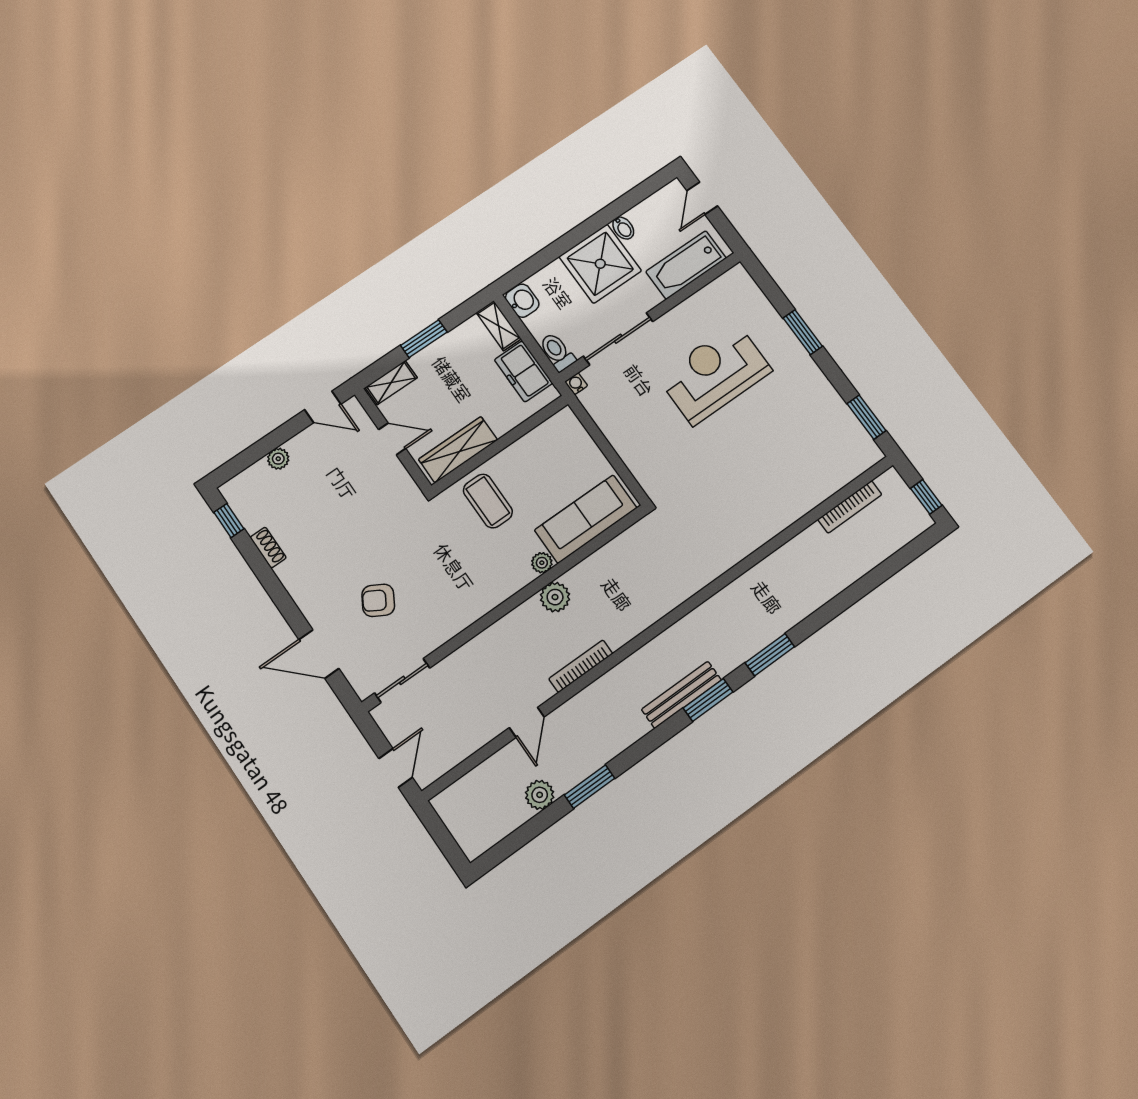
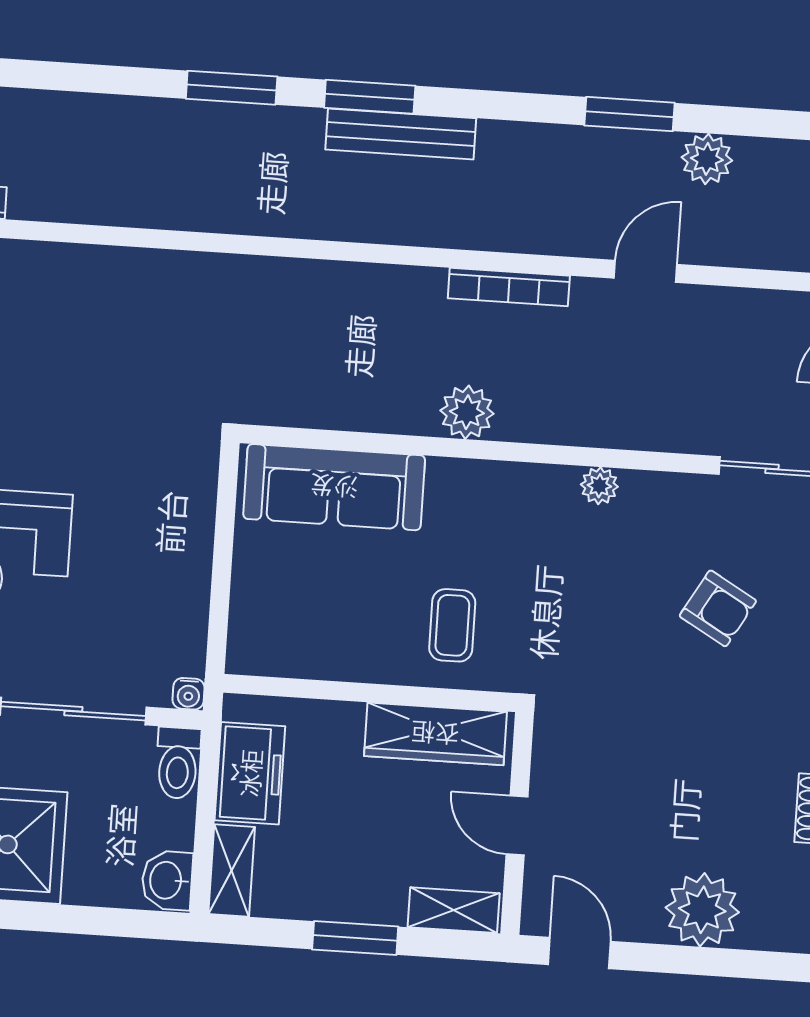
plant: (278, 459) -> (702, 910), width x1.88, depth x1.88
coffee table: (488, 501) -> (452, 625), width x0.73, depth x0.77
plant: (542, 563) -> (599, 486), moved

